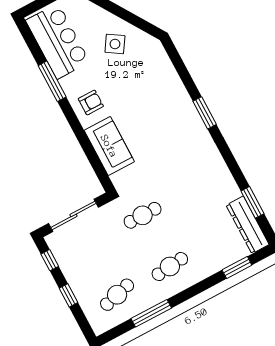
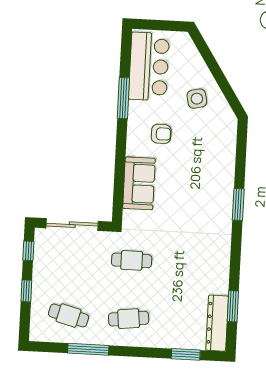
side table: (115, 44) -> (197, 99), turned 45
armchair: (91, 103) -> (161, 134), moved
cafe table: (117, 295) -> (68, 315), turned 30

